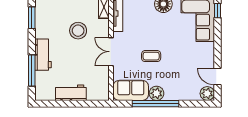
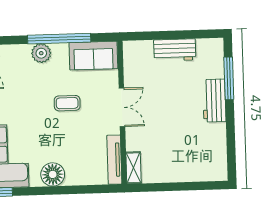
window: (32, 18) -> (231, 150), removed
stool: (78, 31) -> (168, 135), removed
plant: (157, 93) -> (41, 53), moved

